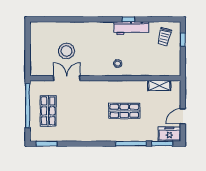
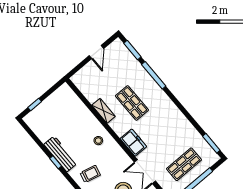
trolley: (164, 37) -> (90, 174), moved
shelving: (159, 86) -> (104, 111), moved
door: (183, 116) -> (96, 52), hinge flipped
freezer: (169, 134) -> (133, 143), moved, turned 180

